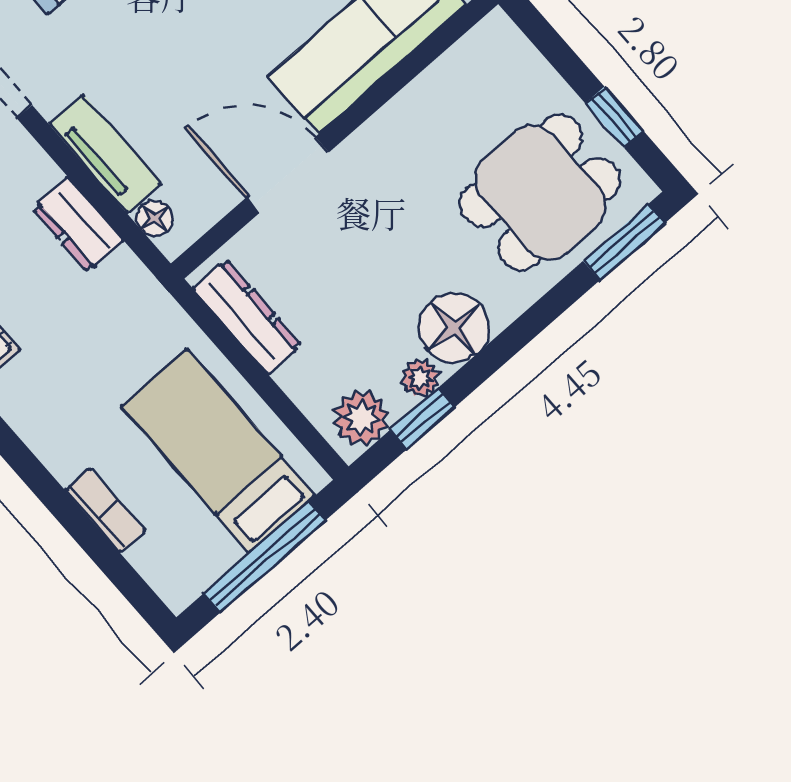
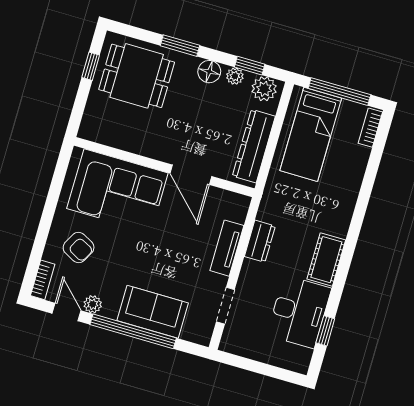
floor lamp: (155, 218) -> (239, 214), removed
window: (624, 242) -> (180, 46), moved
dresser: (247, 317) -> (254, 146), width x1.37, depth x1.24
floor lamp: (454, 328) -> (209, 72), width x0.73, depth x0.73
bookcase: (105, 510) -> (370, 128), moved

